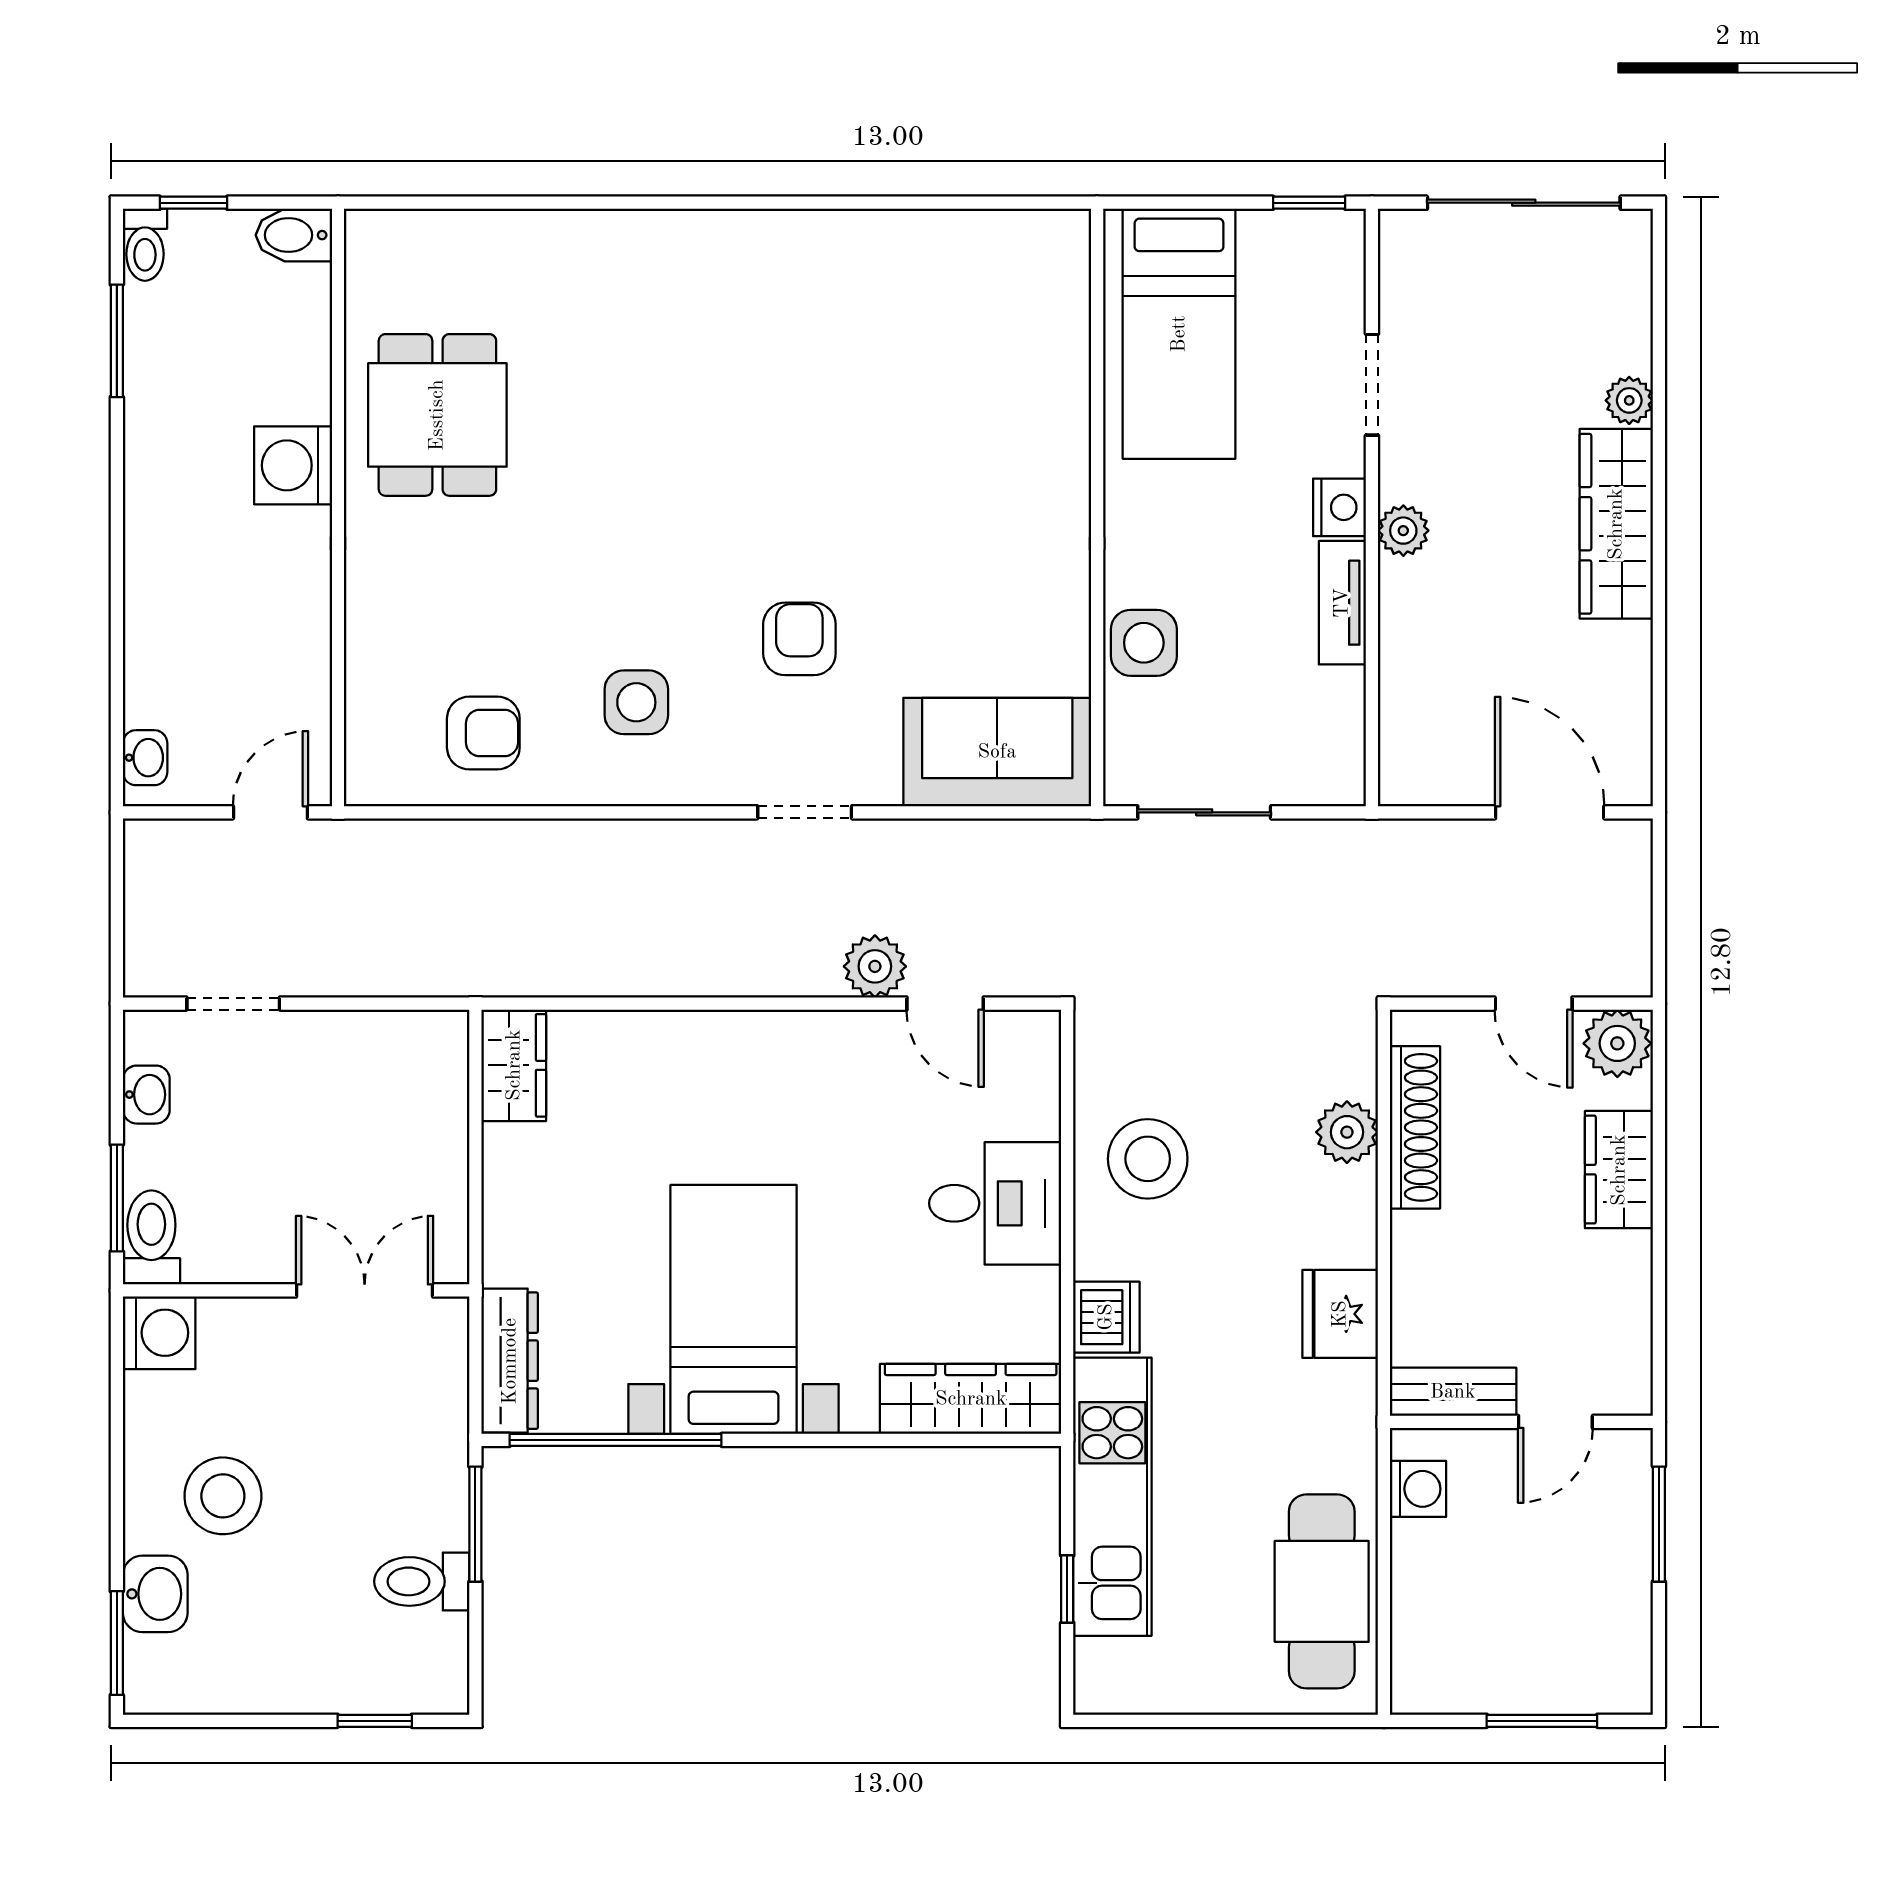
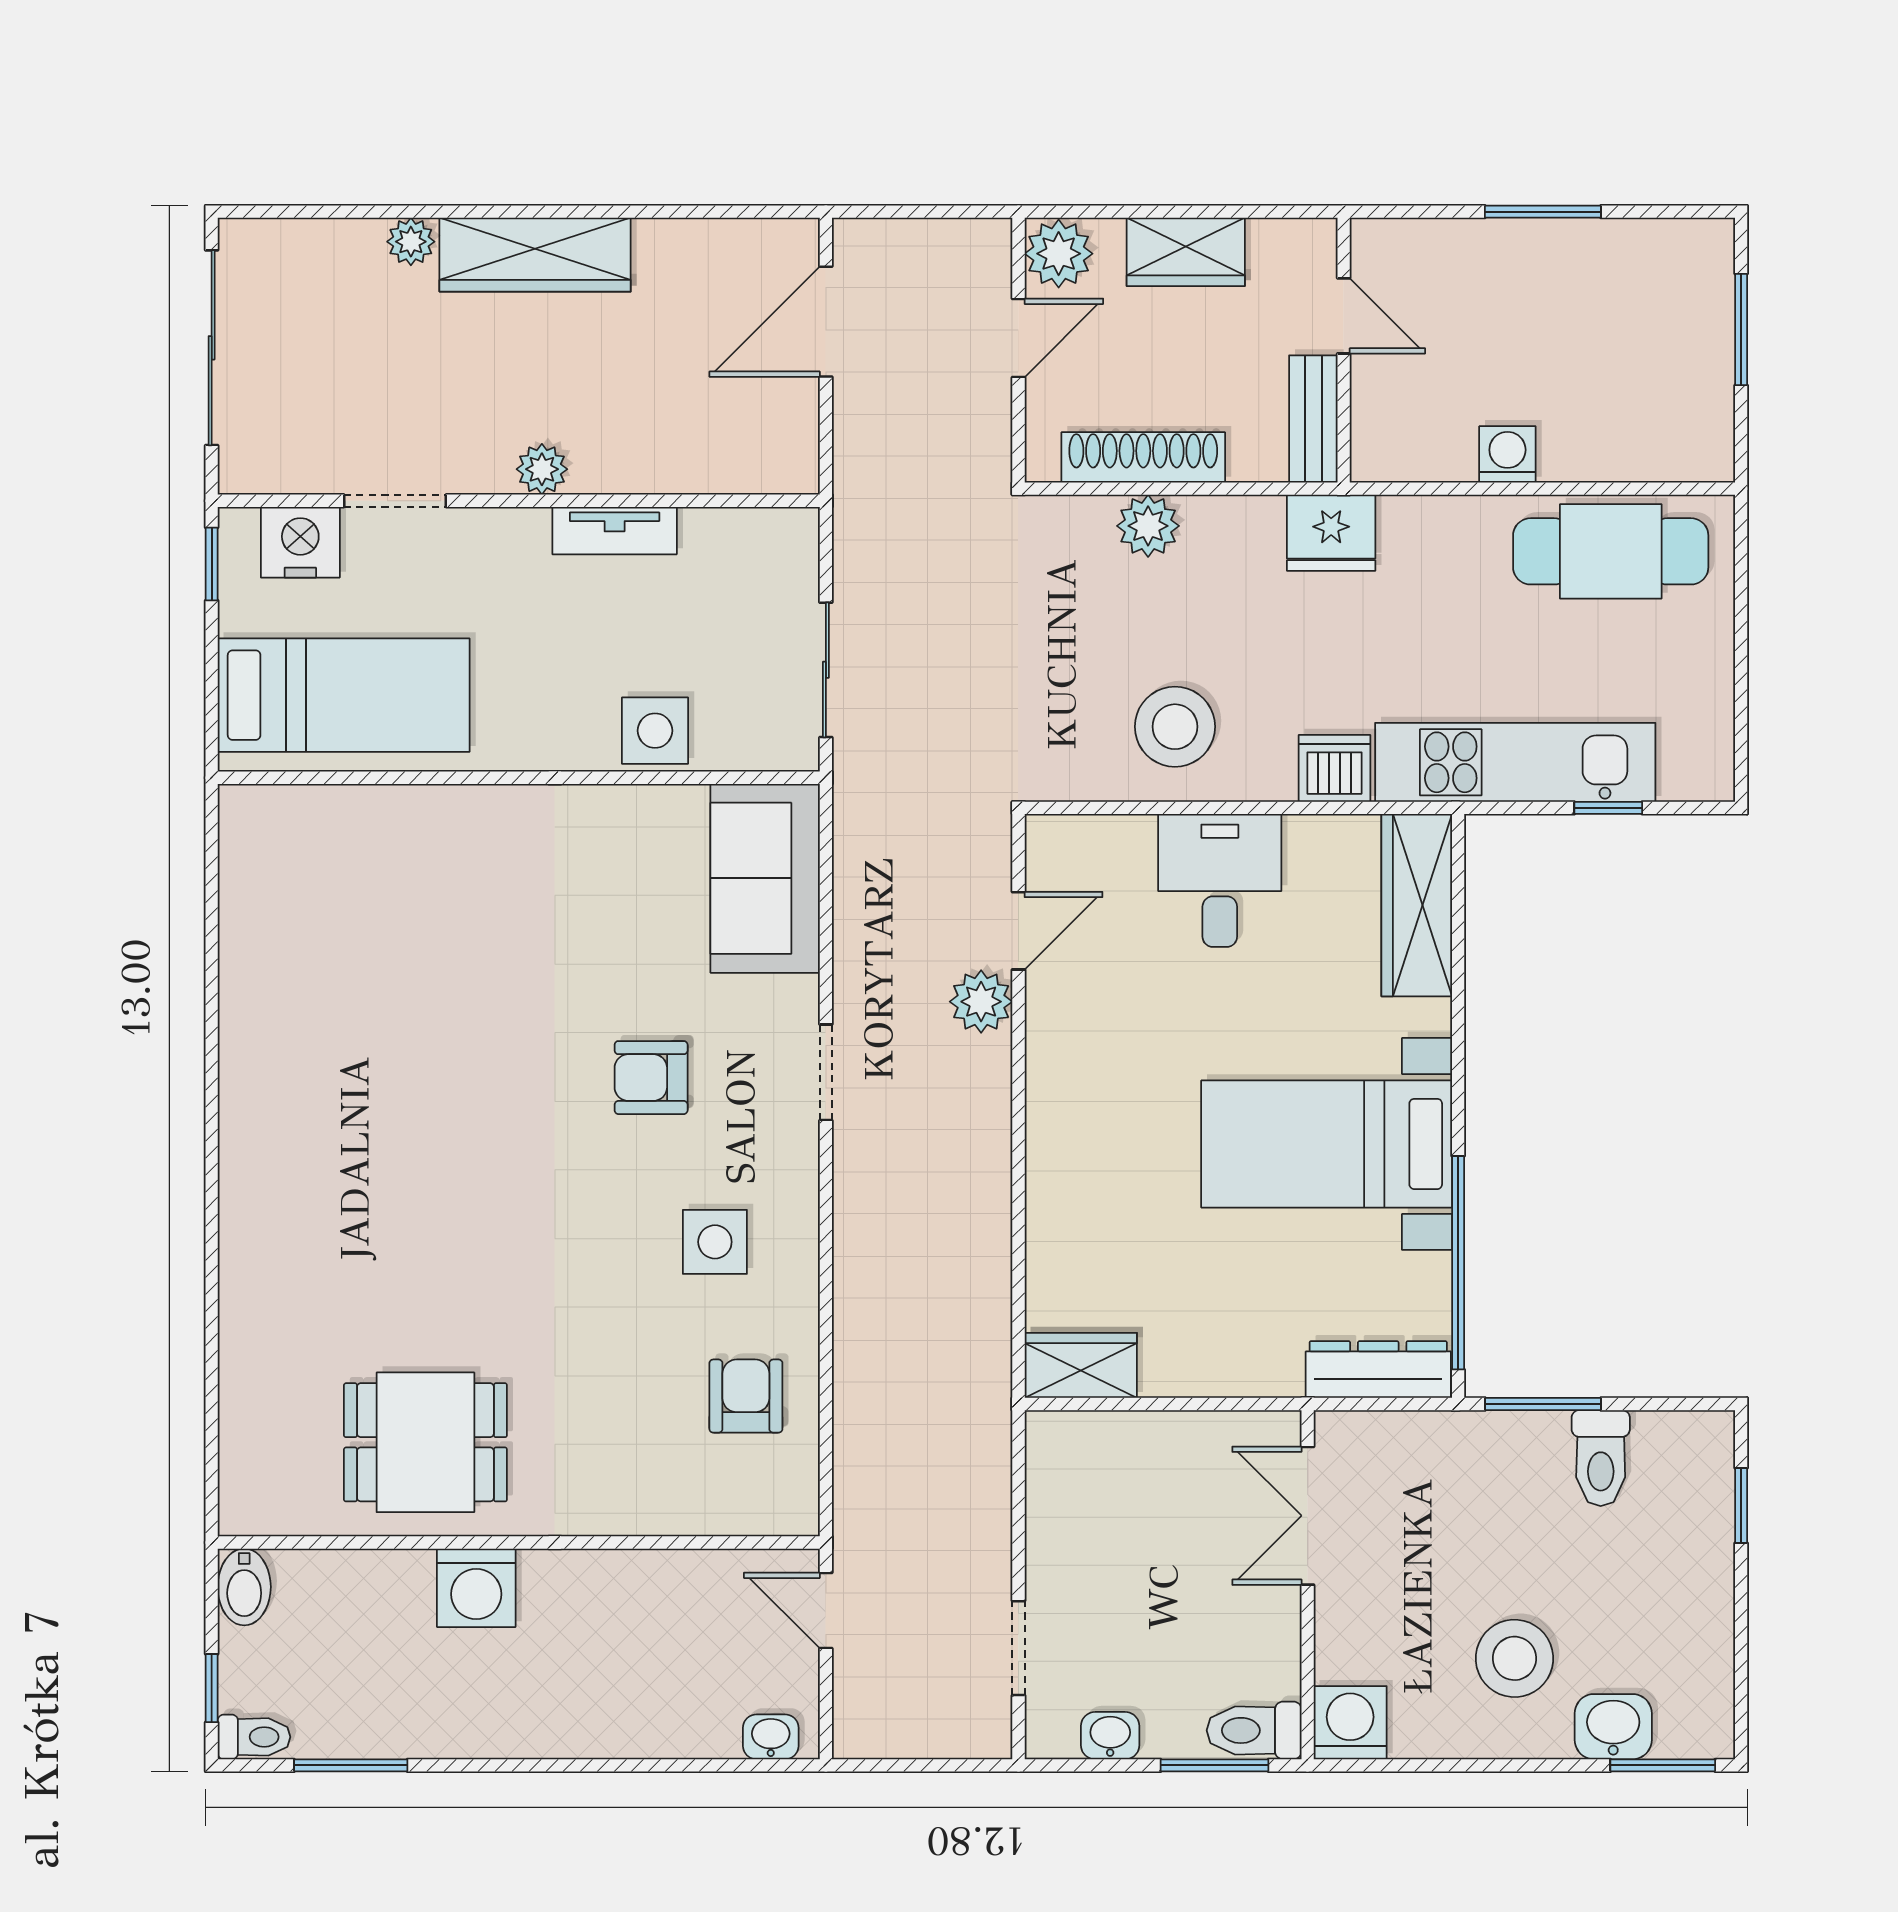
nightstand: (1340, 507) -> (300, 542), moved, width x1.36, depth x1.33
bench: (1453, 1392) -> (1313, 419), moved
wall: (1521, 1422) -> (1344, 350), moved
door: (1555, 1422) -> (1344, 316), moved

